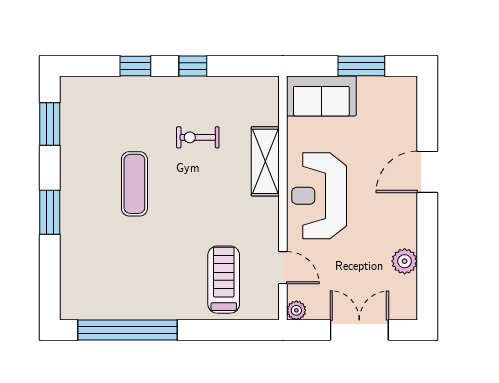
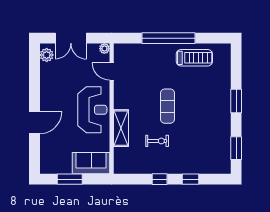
exercise mat: (134, 184) -> (168, 106), moved
plant: (405, 261) -> (47, 55), moved
treadmill: (224, 280) -> (194, 58), moved, turned -90
window: (128, 330) -> (168, 38), moved

